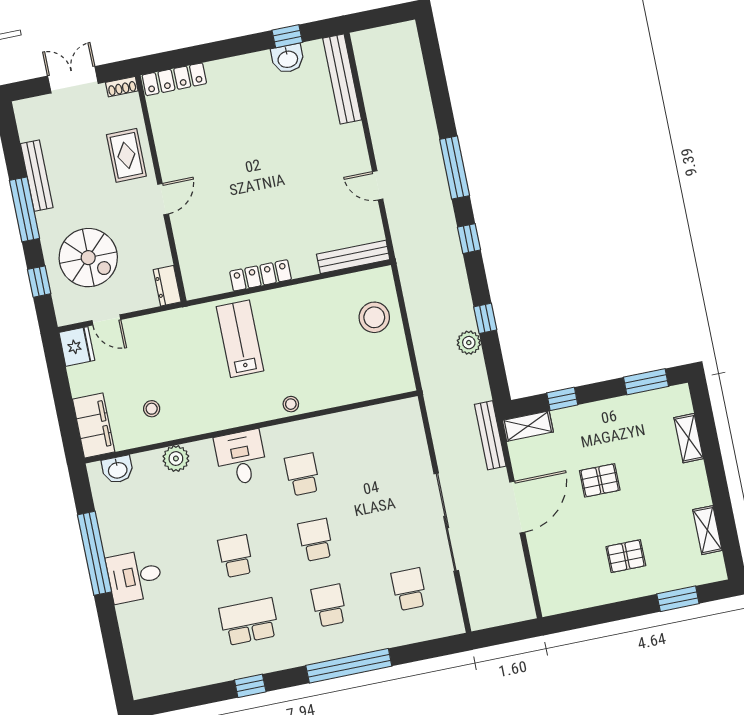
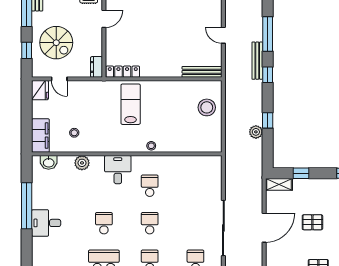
locker: (261, 275) -> (123, 72), moved
bench: (490, 435) -> (257, 61), moved

